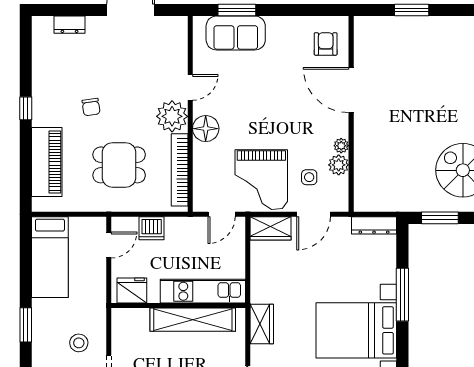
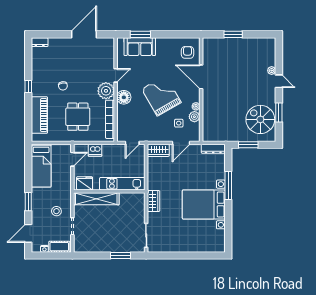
dresser: (69, 25) -> (40, 42), moved
dining table: (119, 165) -> (78, 117), turned 90
grand piano: (261, 180) -> (161, 96), moved, turned 150
shelving: (193, 320) -> (96, 199), moved

